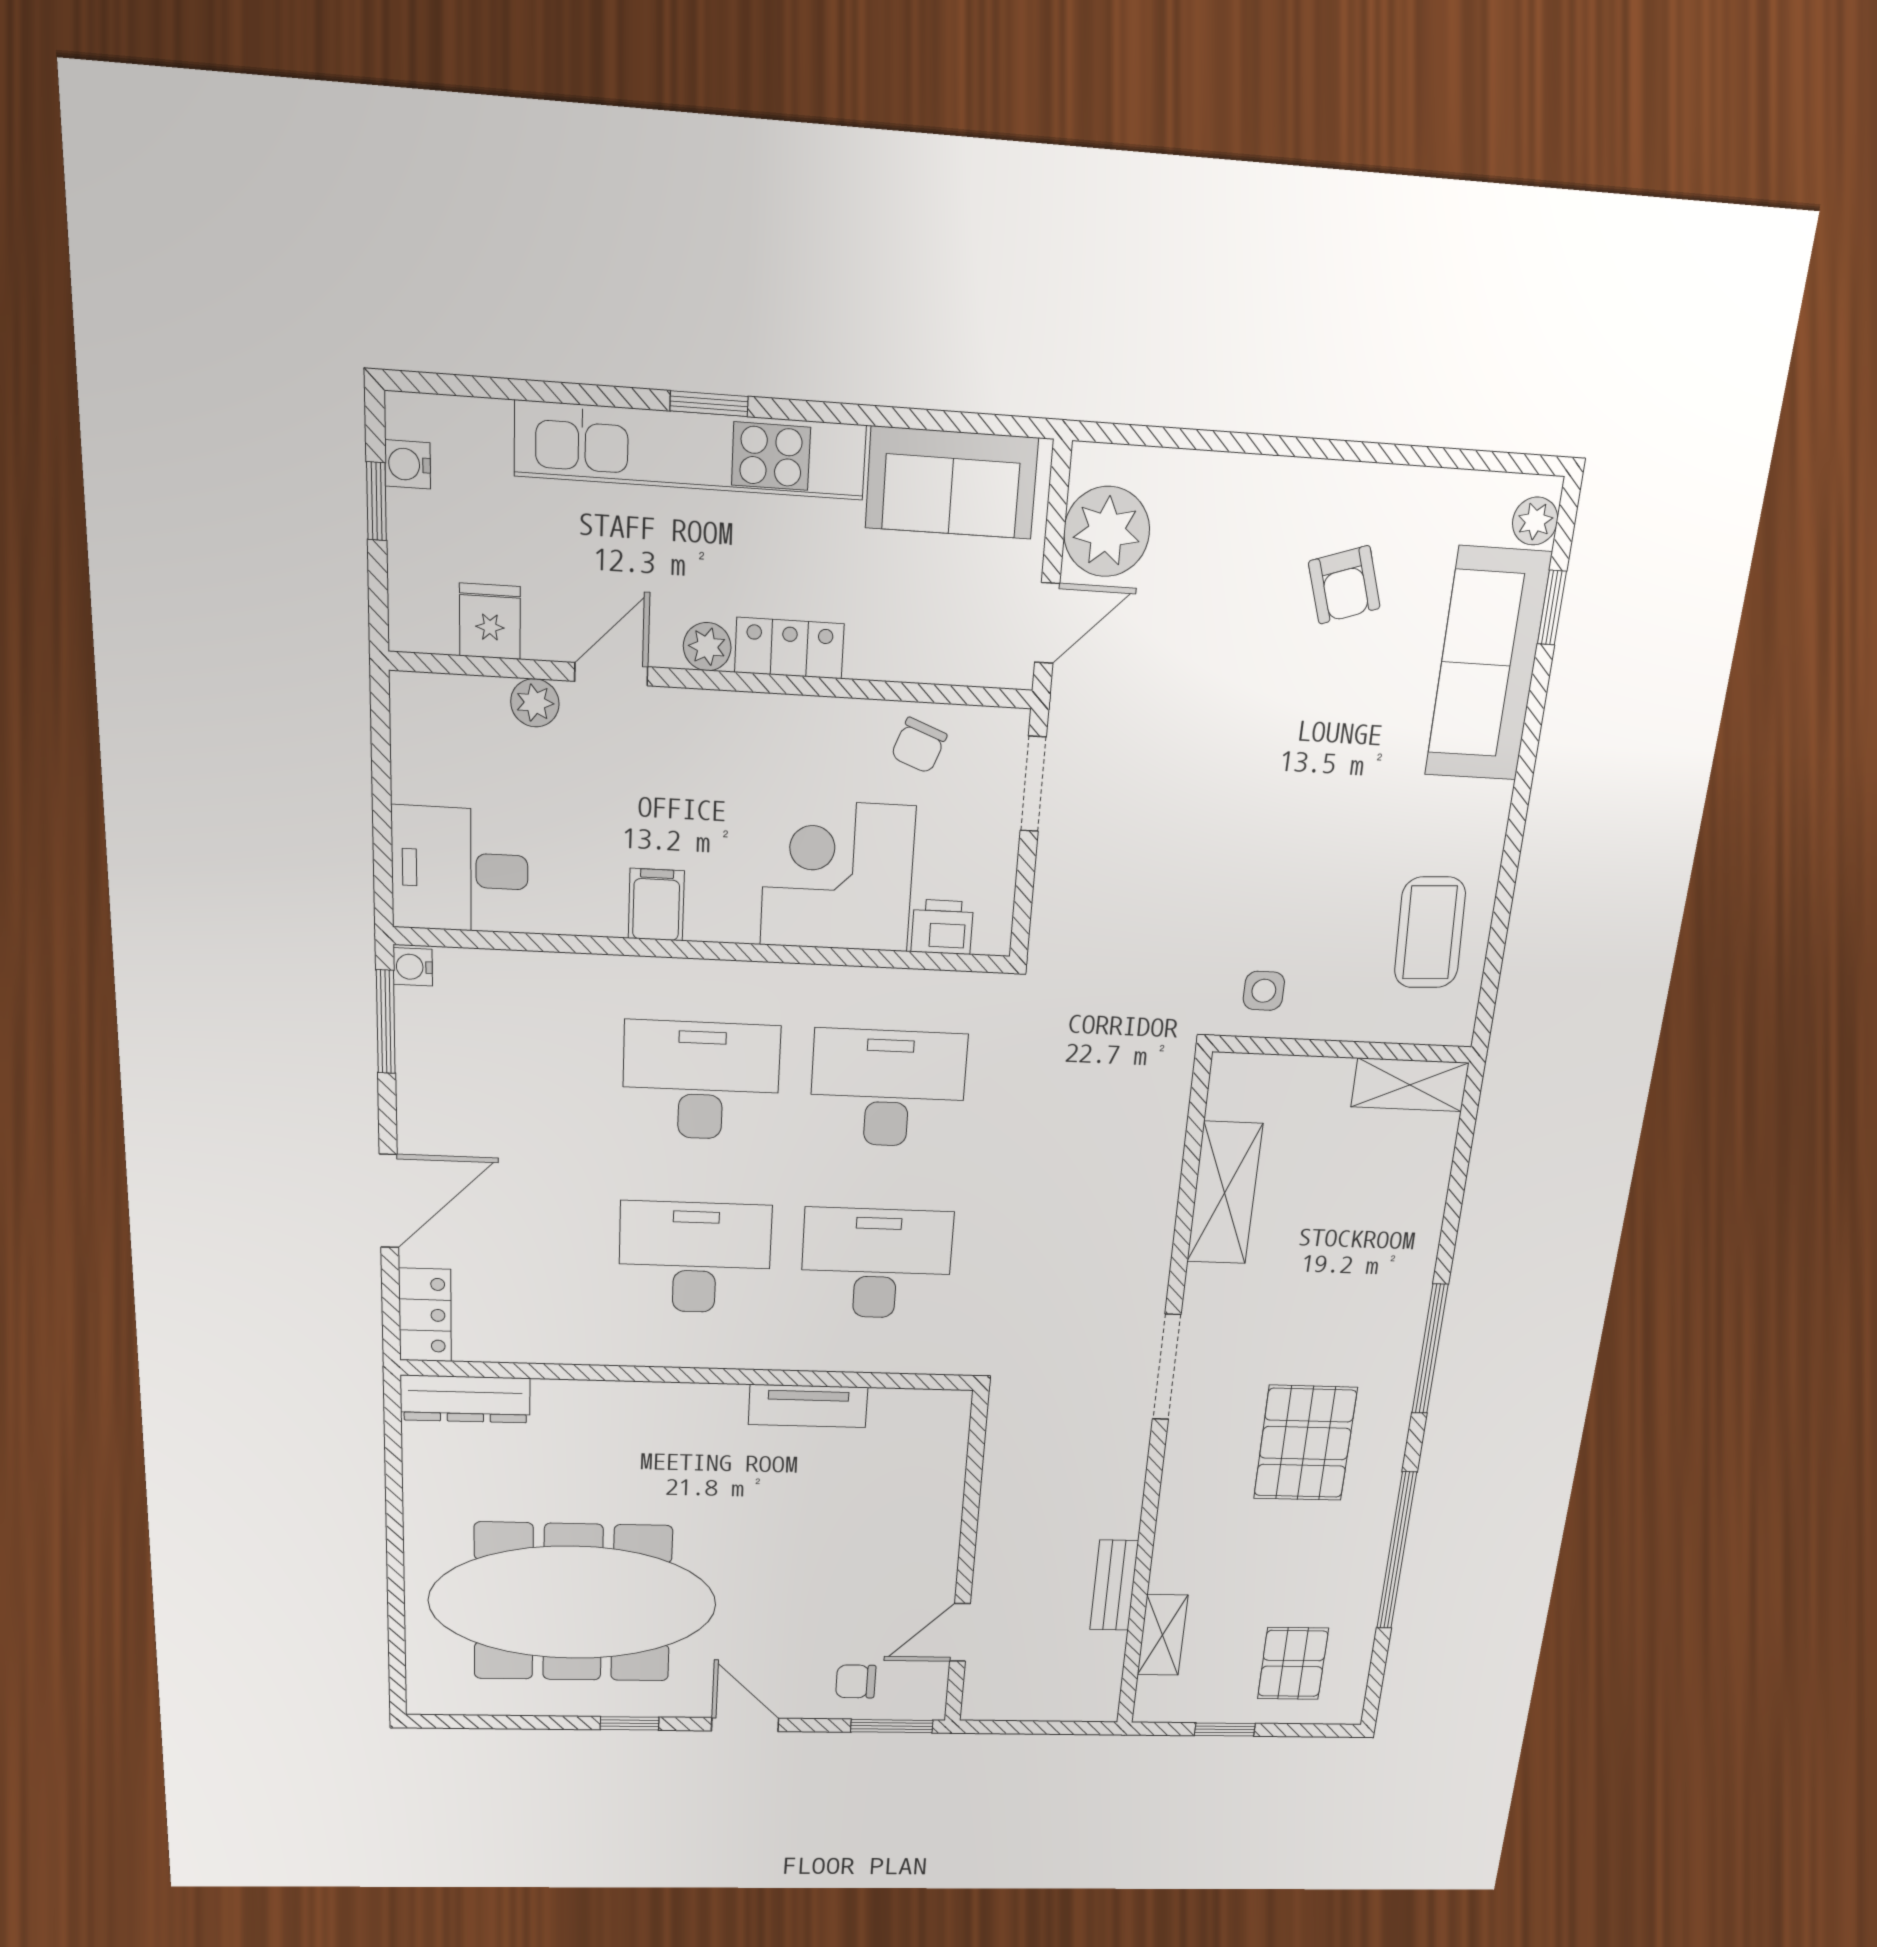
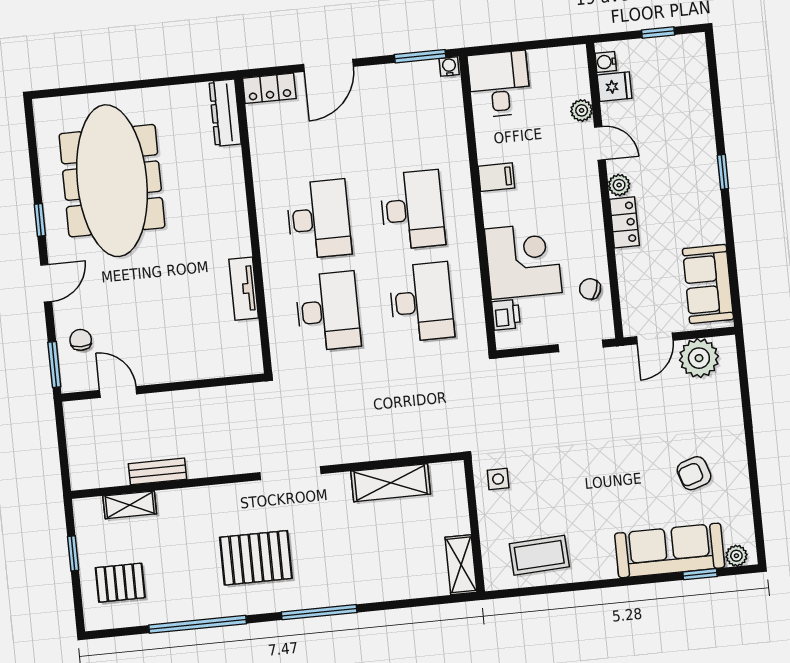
kitchen unit: (691, 450) -> (702, 167), removed
water cooler: (408, 464) -> (606, 62), moved, turned -90
door: (1047, 623) -> (655, 339), hinge flipped
door: (389, 1201) -> (328, 65), hinge flipped

